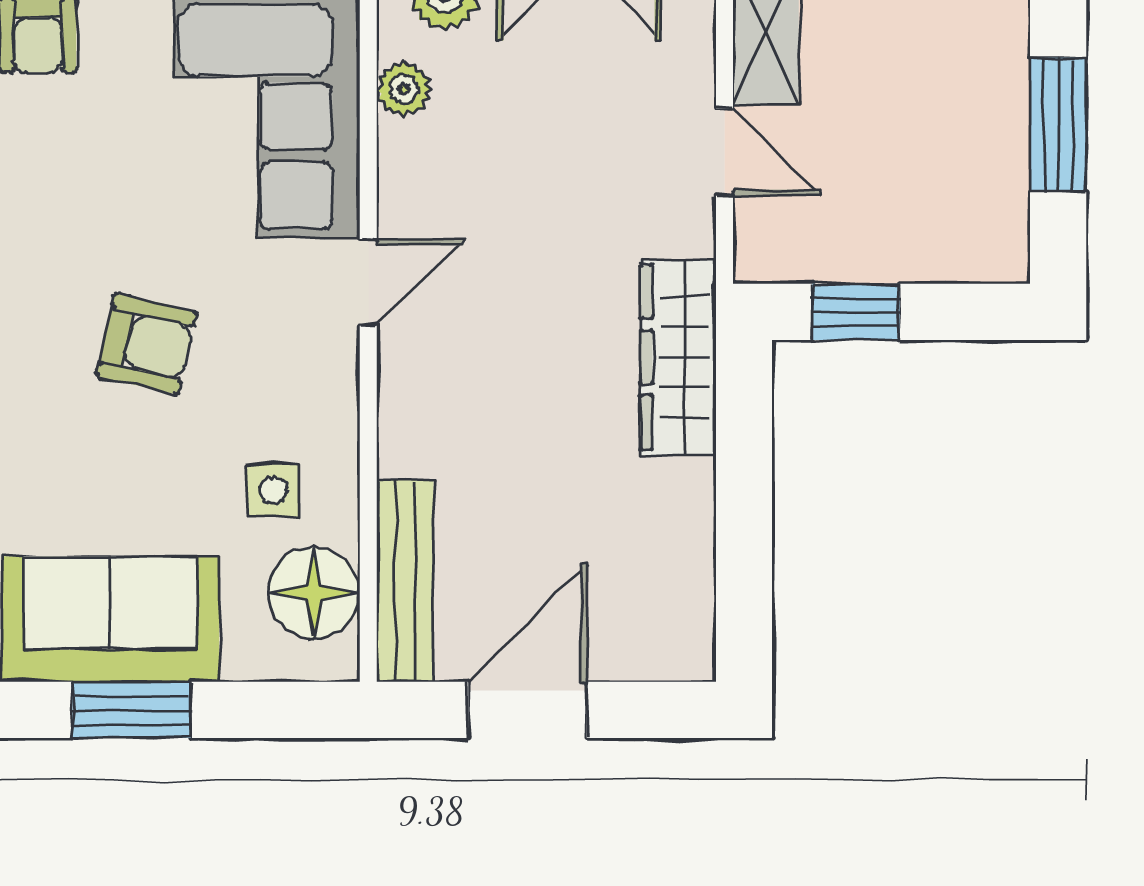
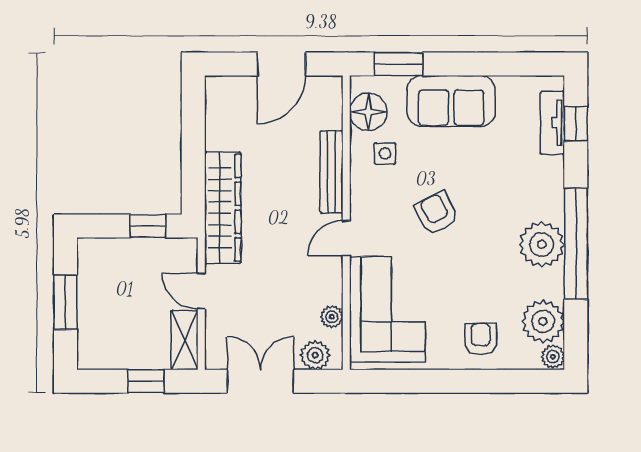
armchair: (147, 344) -> (437, 213), turned 50
wardrobe: (678, 357) -> (223, 208), width x1.40, depth x1.17
bench: (405, 581) -> (331, 172), moved
window: (132, 710) -> (399, 64), moved

